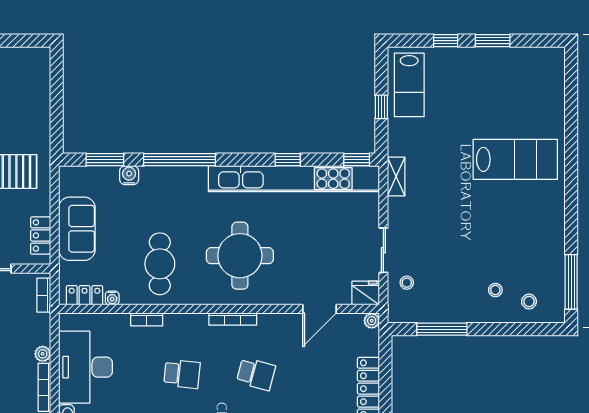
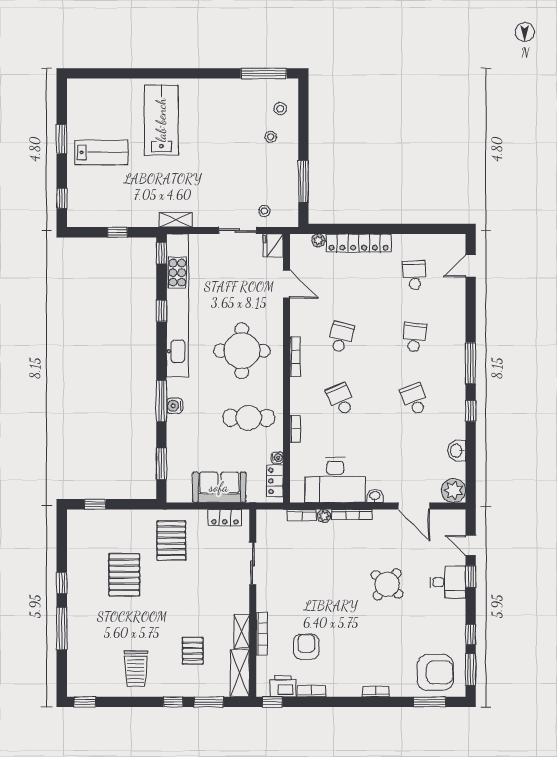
window: (446, 41) -> (62, 198), moved
window: (57, 80) -> (95, 504), added
lab bench: (409, 85) -> (101, 152), moved
window: (180, 160) -> (161, 401), width x0.68
water cooler: (129, 175) -> (174, 406), moved
bookcase: (44, 295) -> (302, 515), moved
plant: (372, 321) -> (318, 240), moved
school desk: (182, 374) -> (341, 399), turned -30

